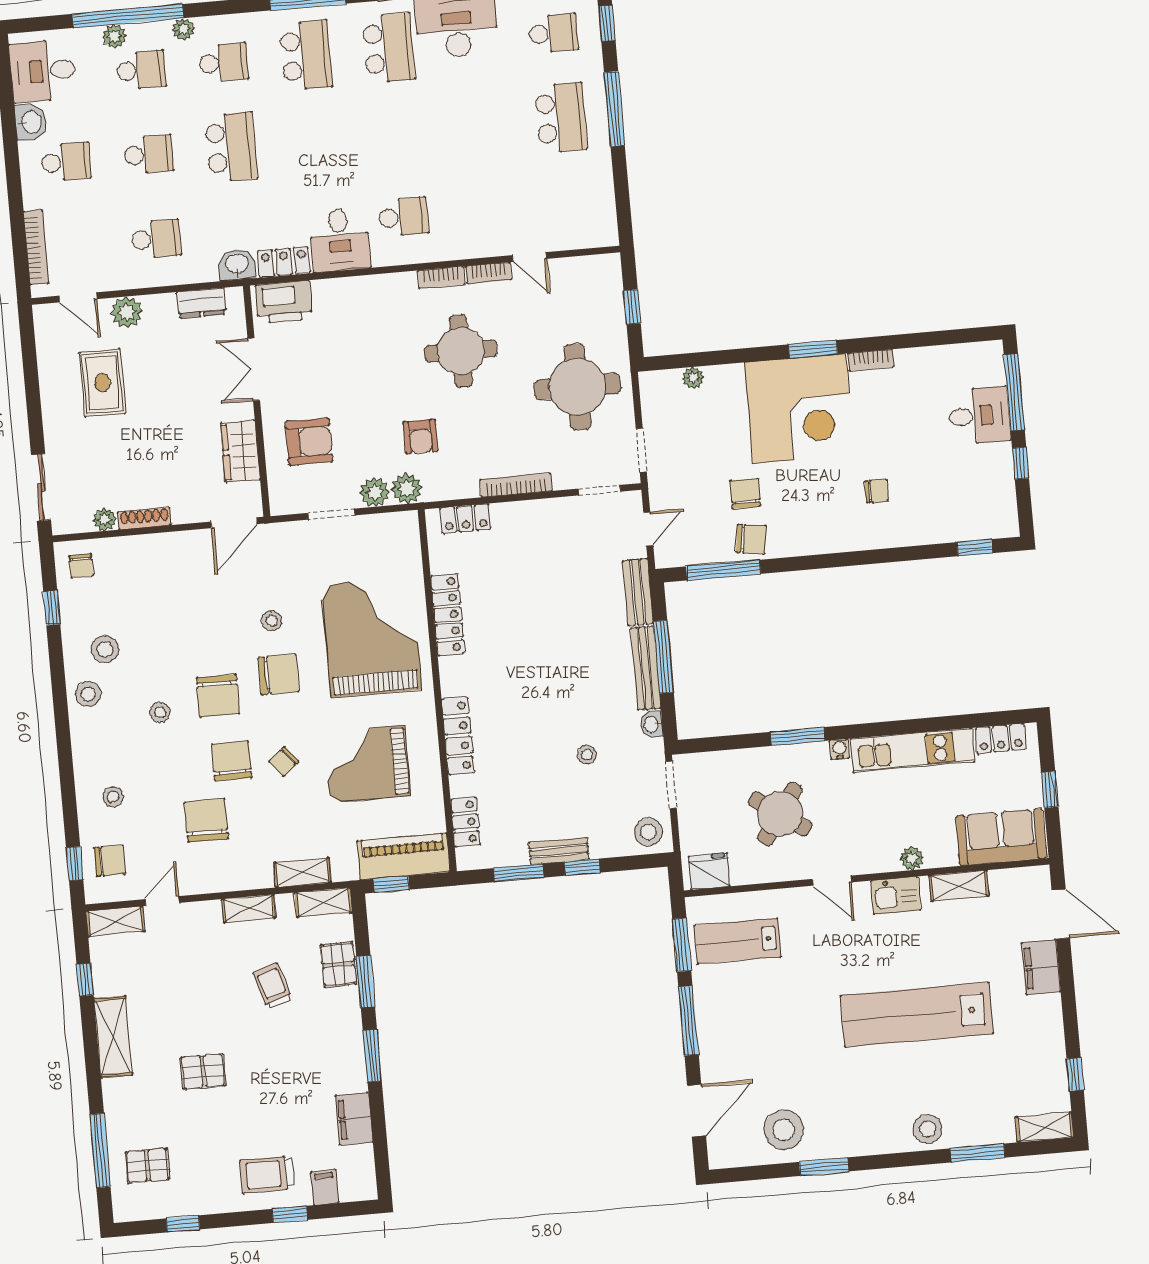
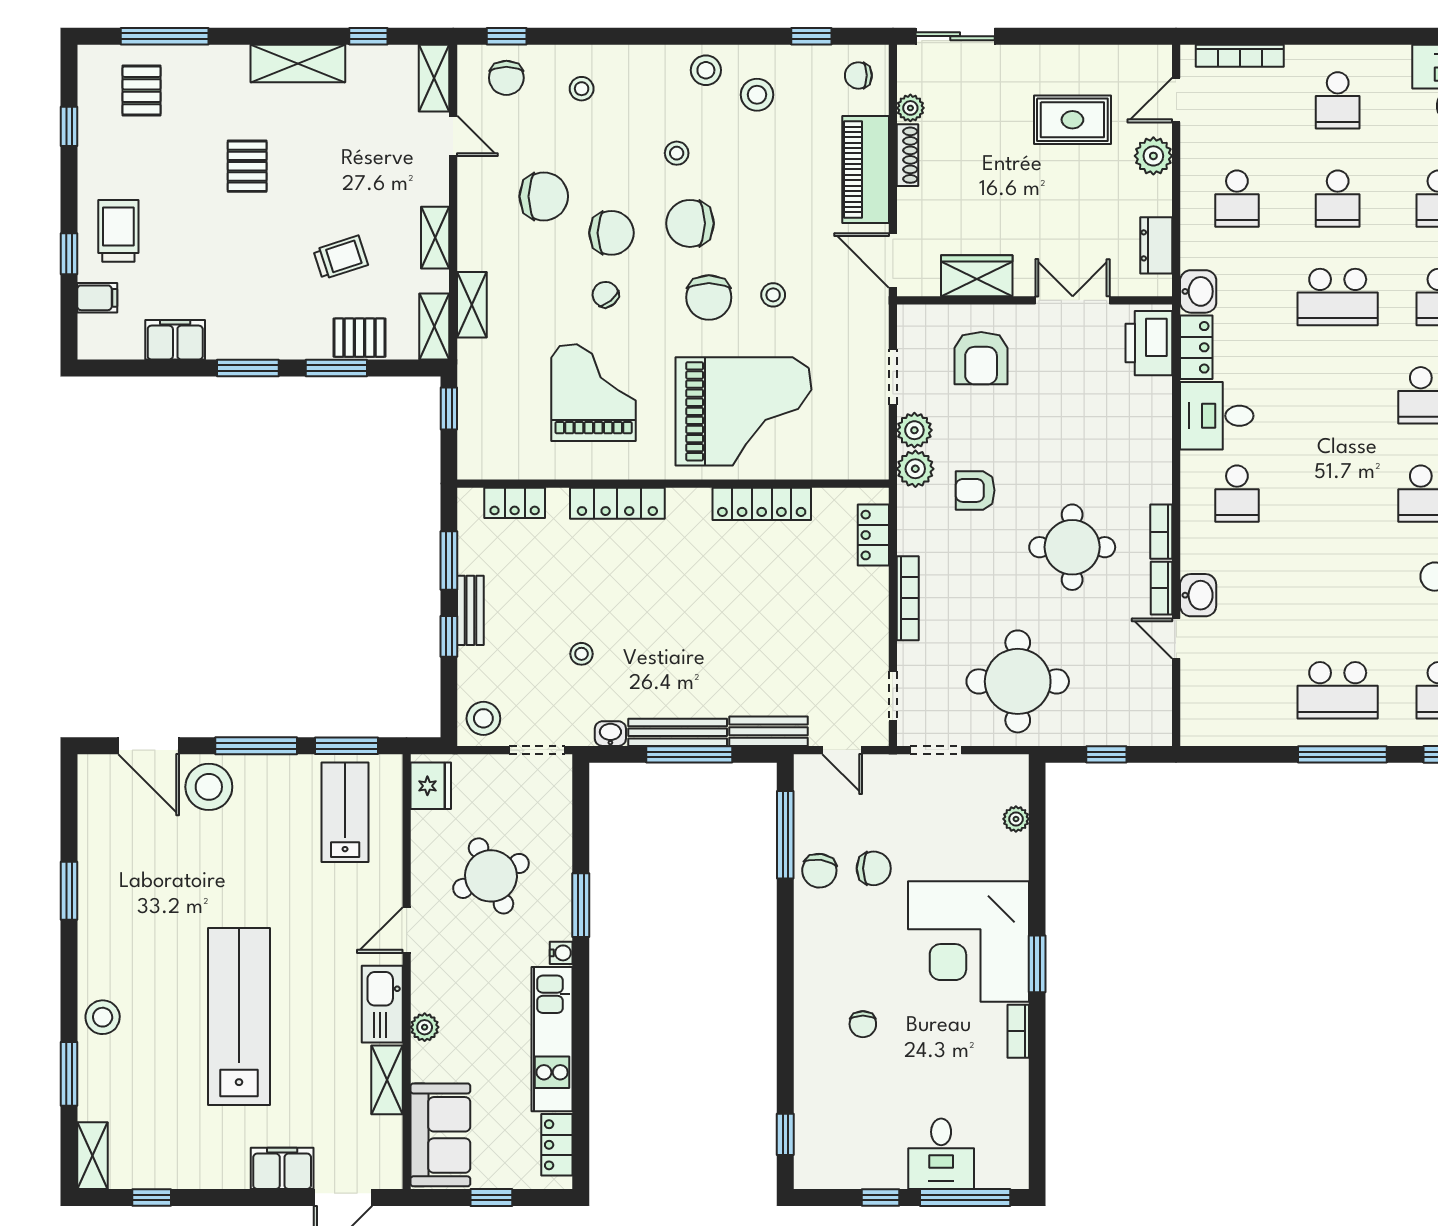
washbasin: (31, 122) -> (1198, 595), moved, turned -90
door: (530, 257) -> (1176, 638), hinge flipped
round table: (780, 814) -> (491, 876), turned 31
piano: (403, 856) -> (866, 169), moved, turned 180
kitchen sink: (896, 895) -> (382, 1004), width x1.38
stool: (784, 1130) -> (209, 787), moved

